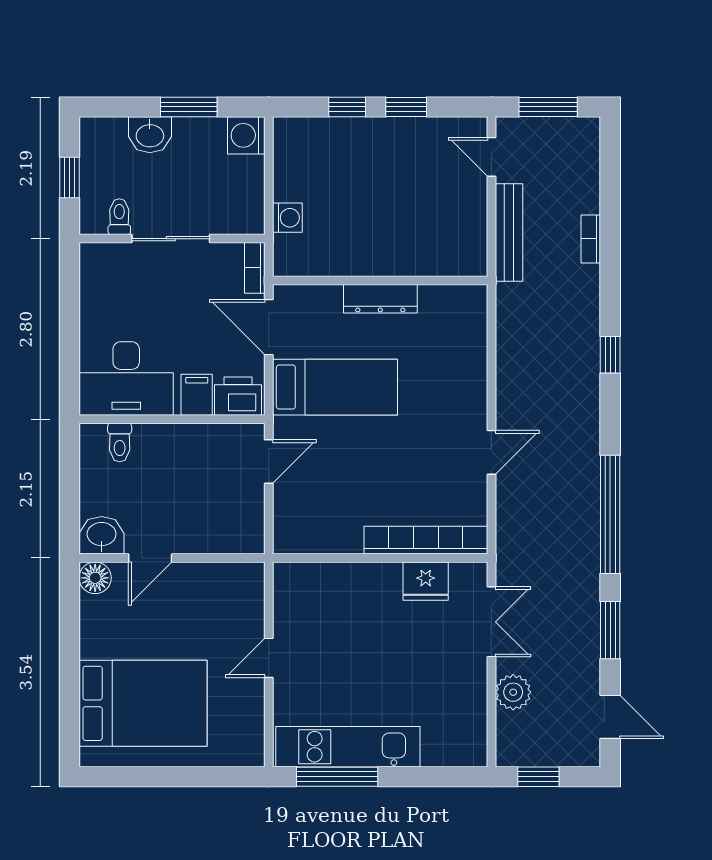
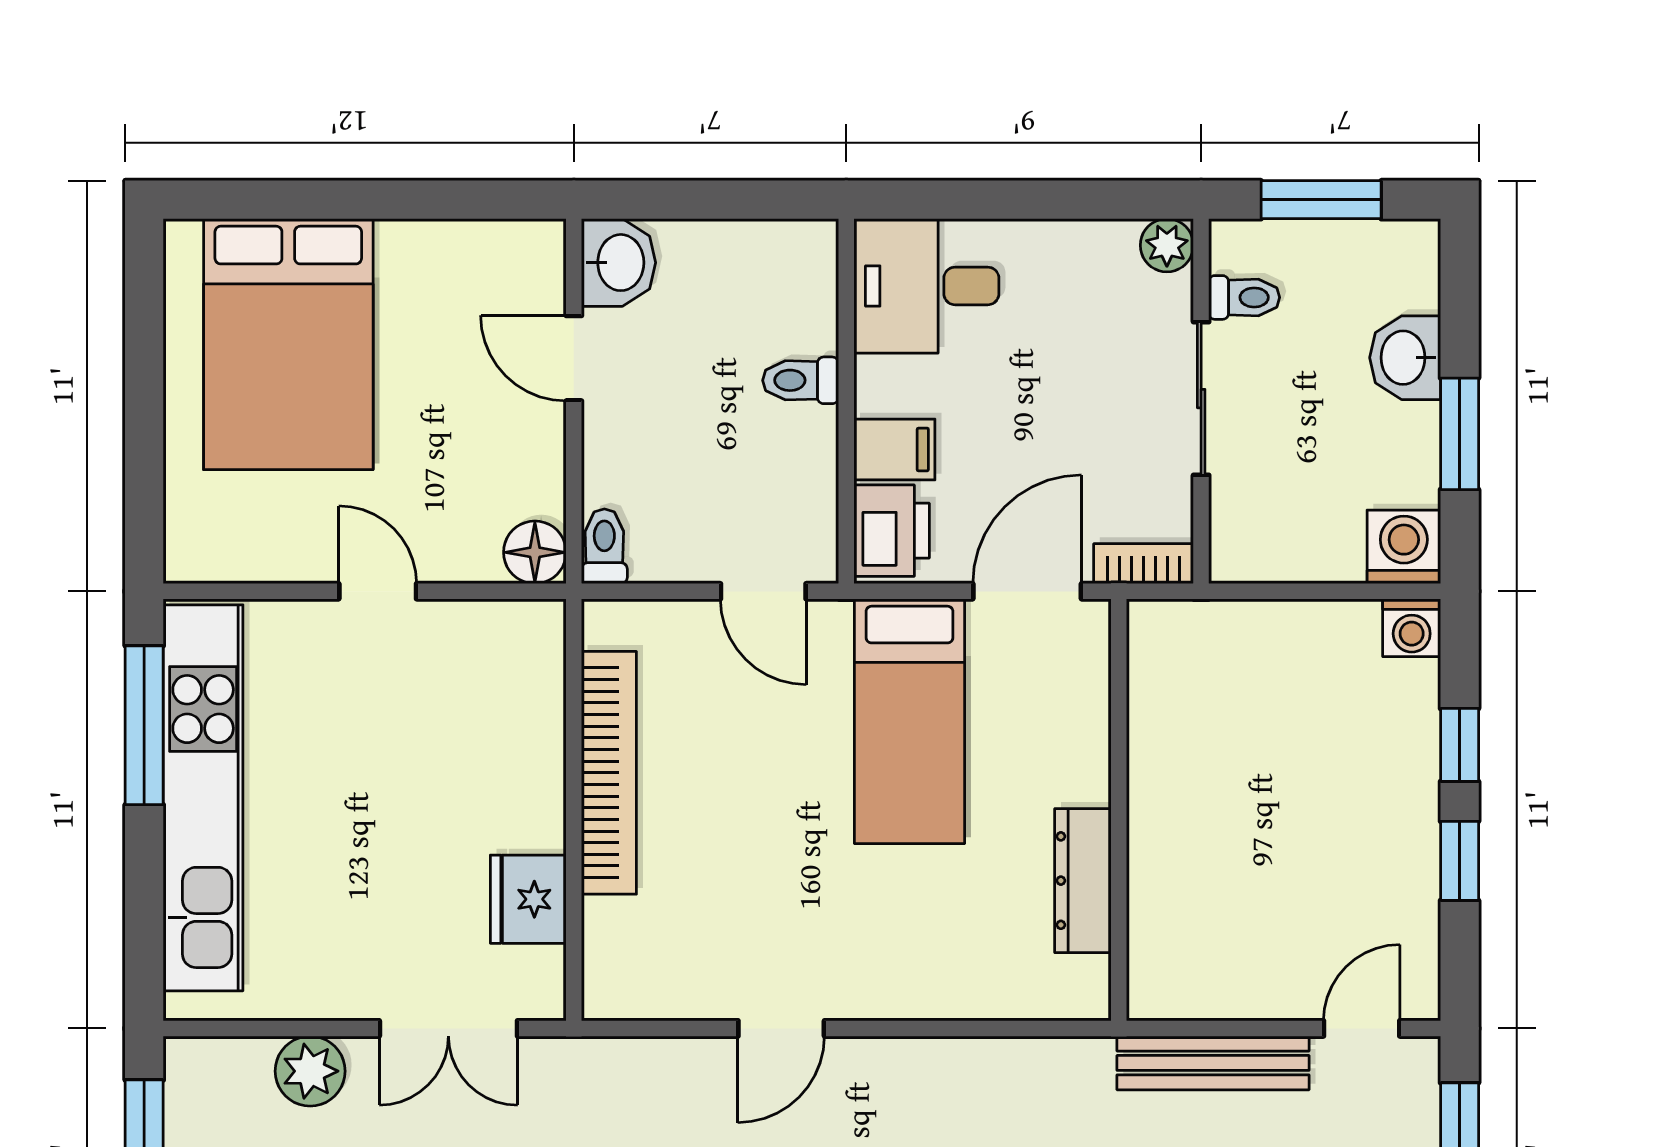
window: (69, 177) -> (1321, 200), width x1.50
washing machine: (287, 218) -> (1412, 628), moved
plant: (93, 256) -> (1167, 245), added
dresser: (380, 299) -> (1083, 881), moved
desk: (126, 378) -> (926, 286), width x0.73
toilet: (120, 442) -> (801, 380), moved
door: (491, 452) -> (781, 1028), hinge flipped
bookcase: (426, 540) -> (609, 773), moved
toilet: (246, 542) -> (604, 546), added
floor lamp: (95, 578) -> (535, 552), moved
kitchen unit: (348, 747) -> (203, 798), width x1.36

